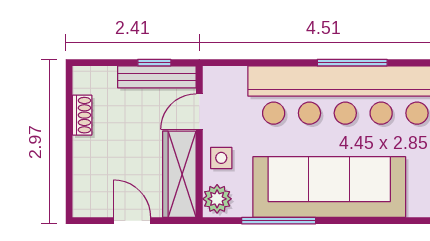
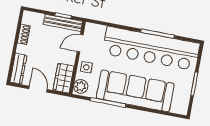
wardrobe: (179, 174) -> (64, 78), width x0.67
dresser: (84, 187) -> (18, 69), added

